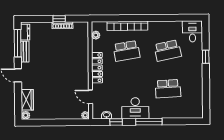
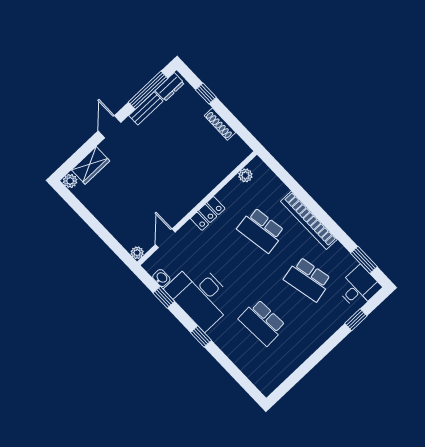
window: (182, 18) -> (364, 260), added
window: (59, 19) -> (206, 93), moved
bookcase: (127, 26) -> (309, 220), moved
window: (206, 57) -> (356, 320), moved
locker: (97, 68) -> (208, 213), width x0.66
desk: (135, 108) -> (200, 295), width x1.36, depth x1.30
window: (149, 122) -> (201, 336), width x0.46

